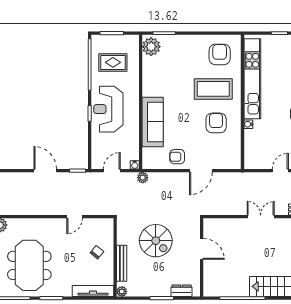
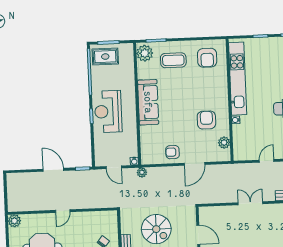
armchair: (220, 54) -> (207, 58), turned 180
rug: (113, 62) -> (105, 57), moved
coffee table: (213, 89) -> (173, 60), moved, width x0.73, depth x0.76
sofa: (153, 122) -> (148, 102), moved
plant: (234, 149) -> (224, 143), added
door: (112, 171) -> (114, 167), swing flipped
door: (75, 217) -> (63, 211), moved

